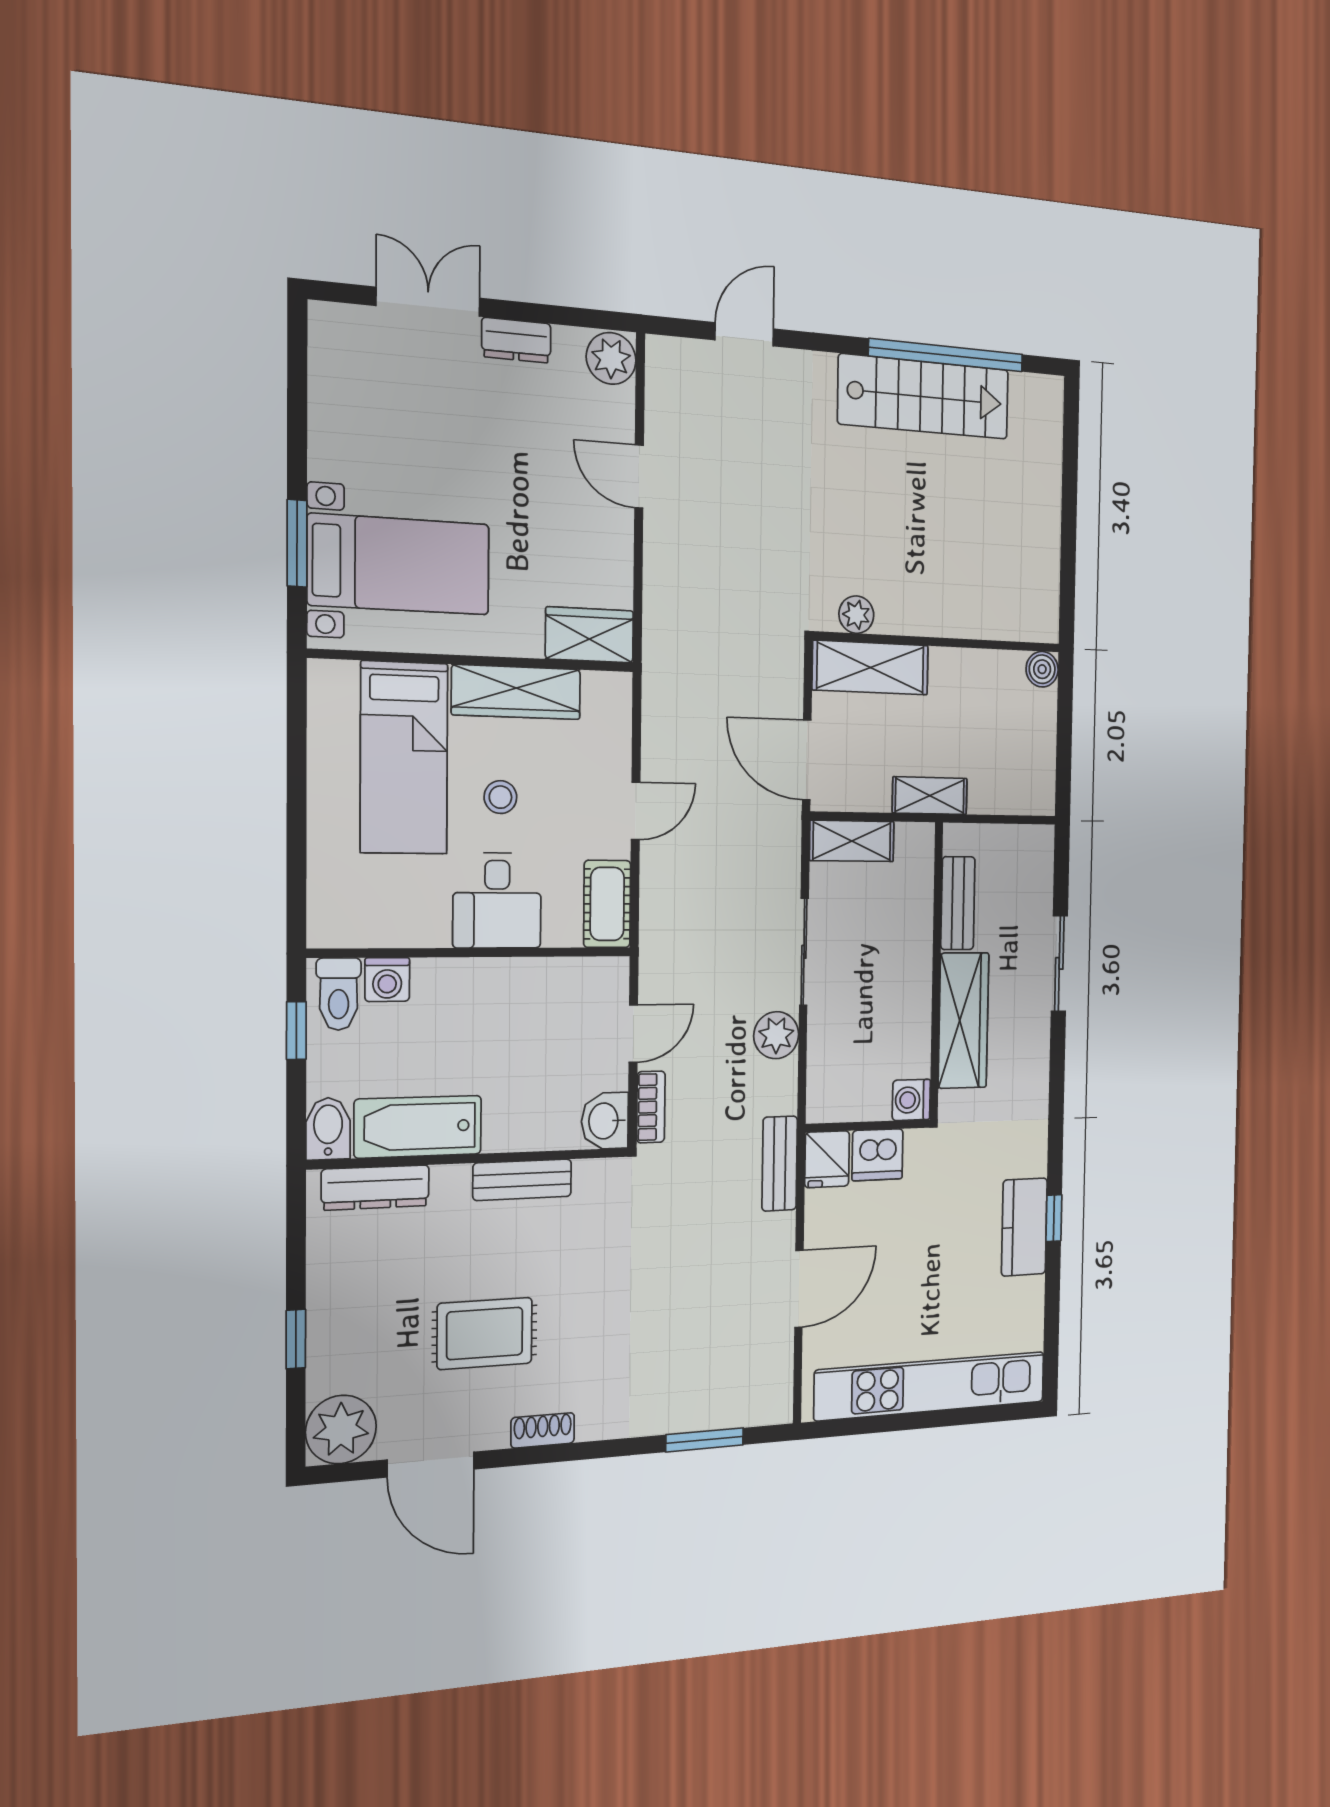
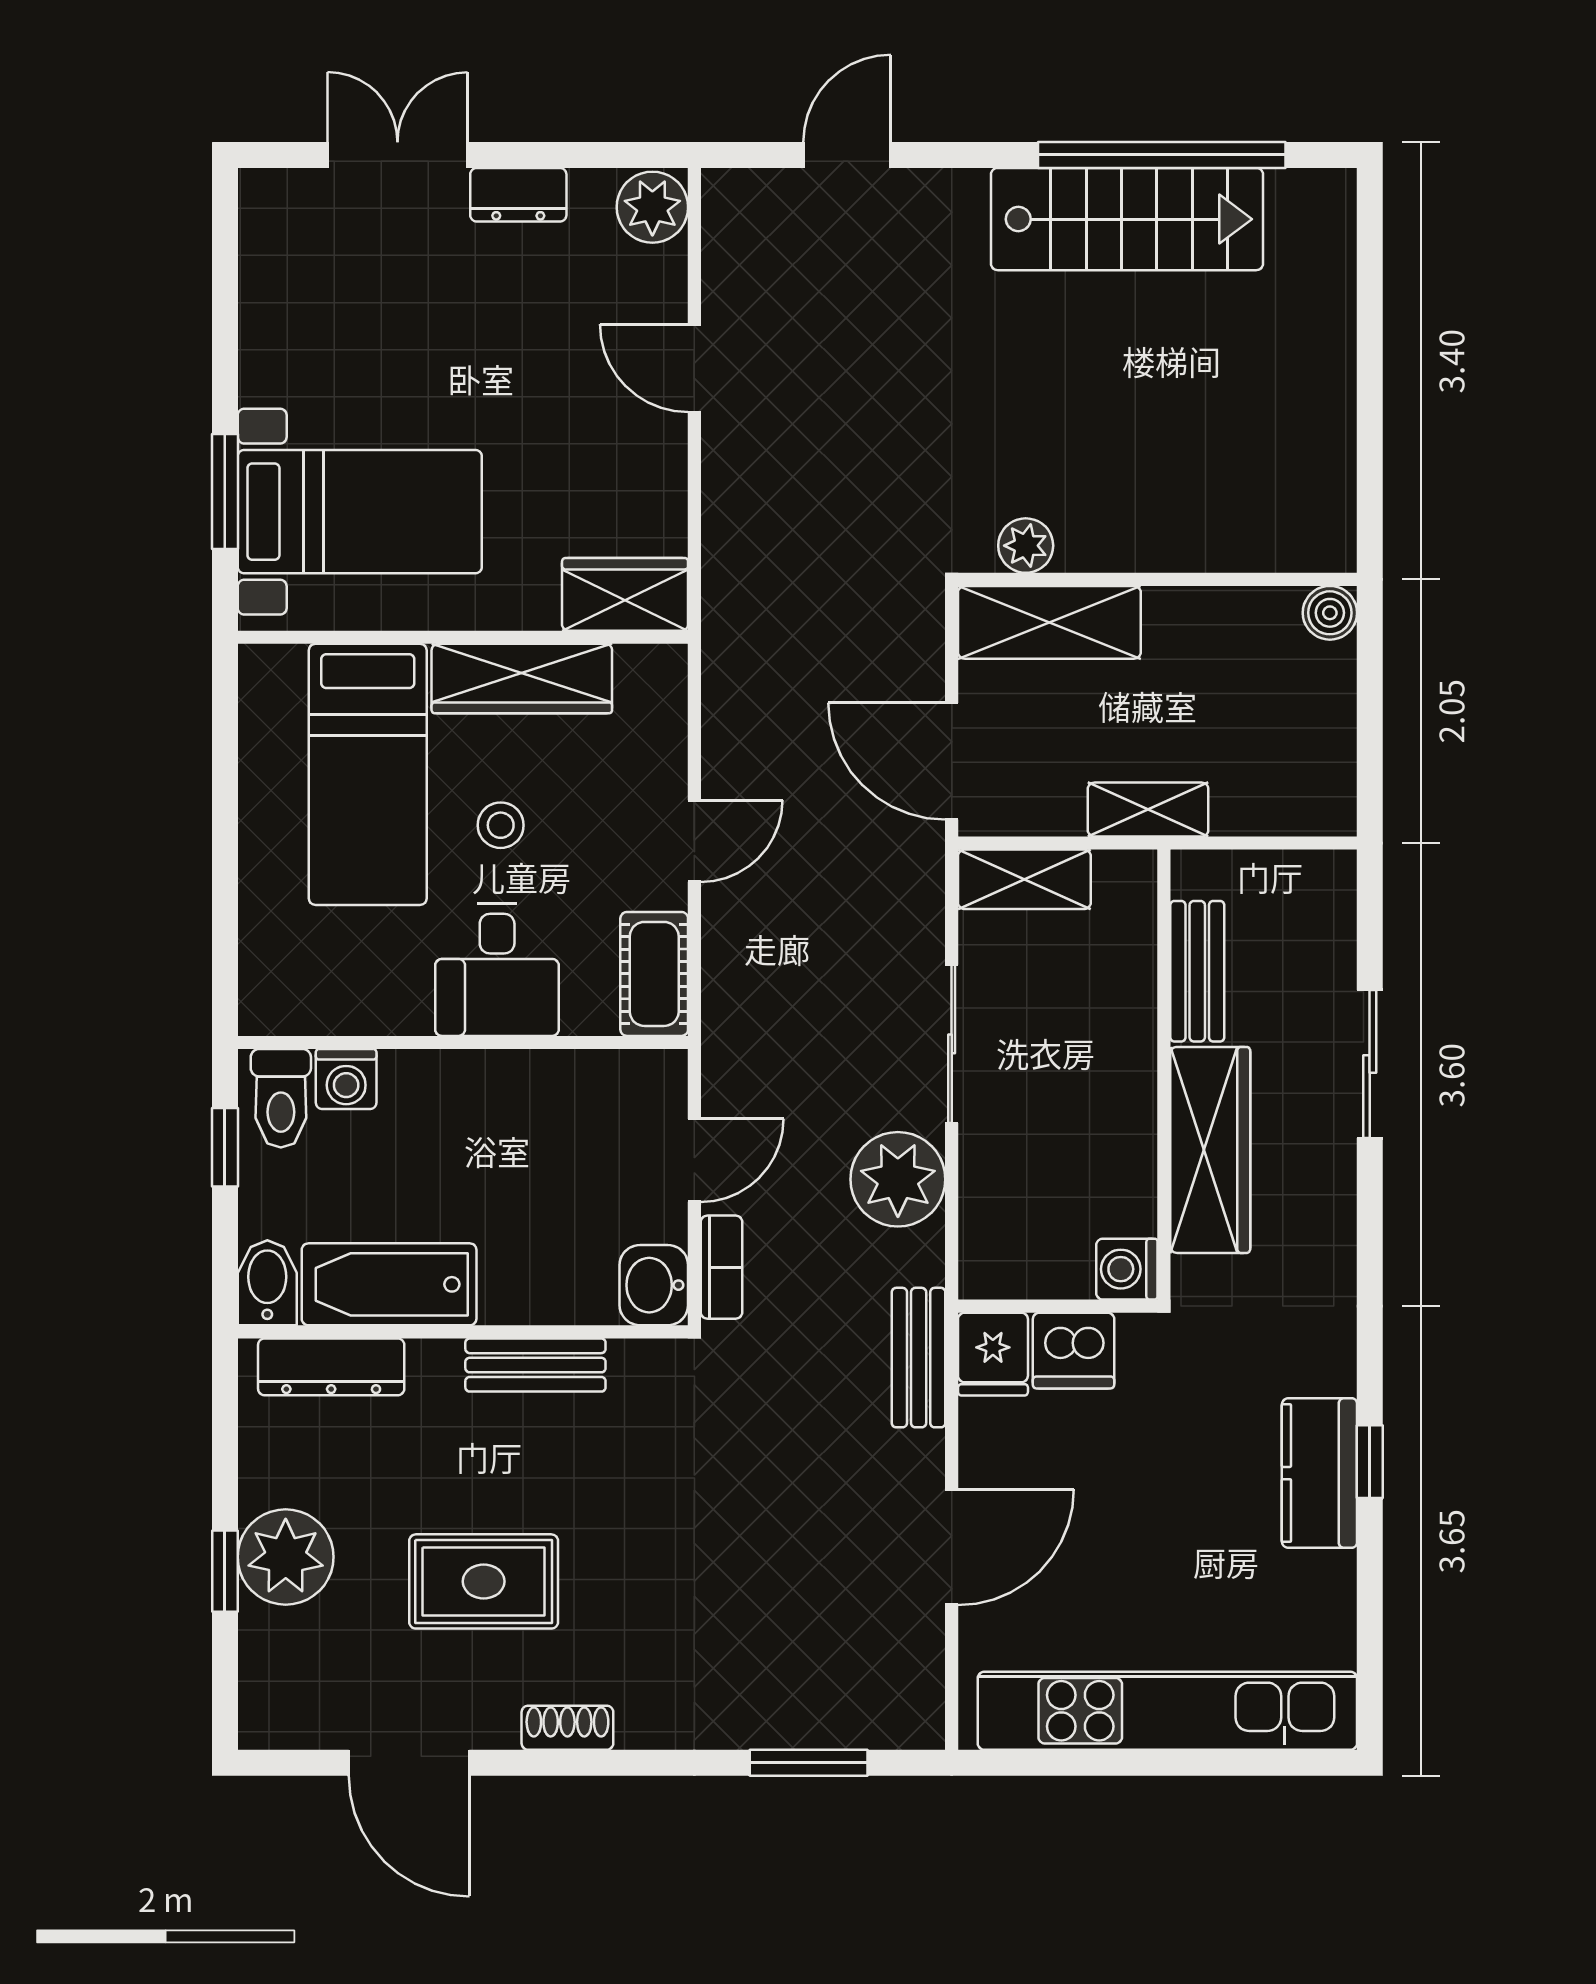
plant: (776, 1035) -> (898, 1179), width x1.36, depth x1.36
plant: (341, 1429) -> (286, 1557), moved

